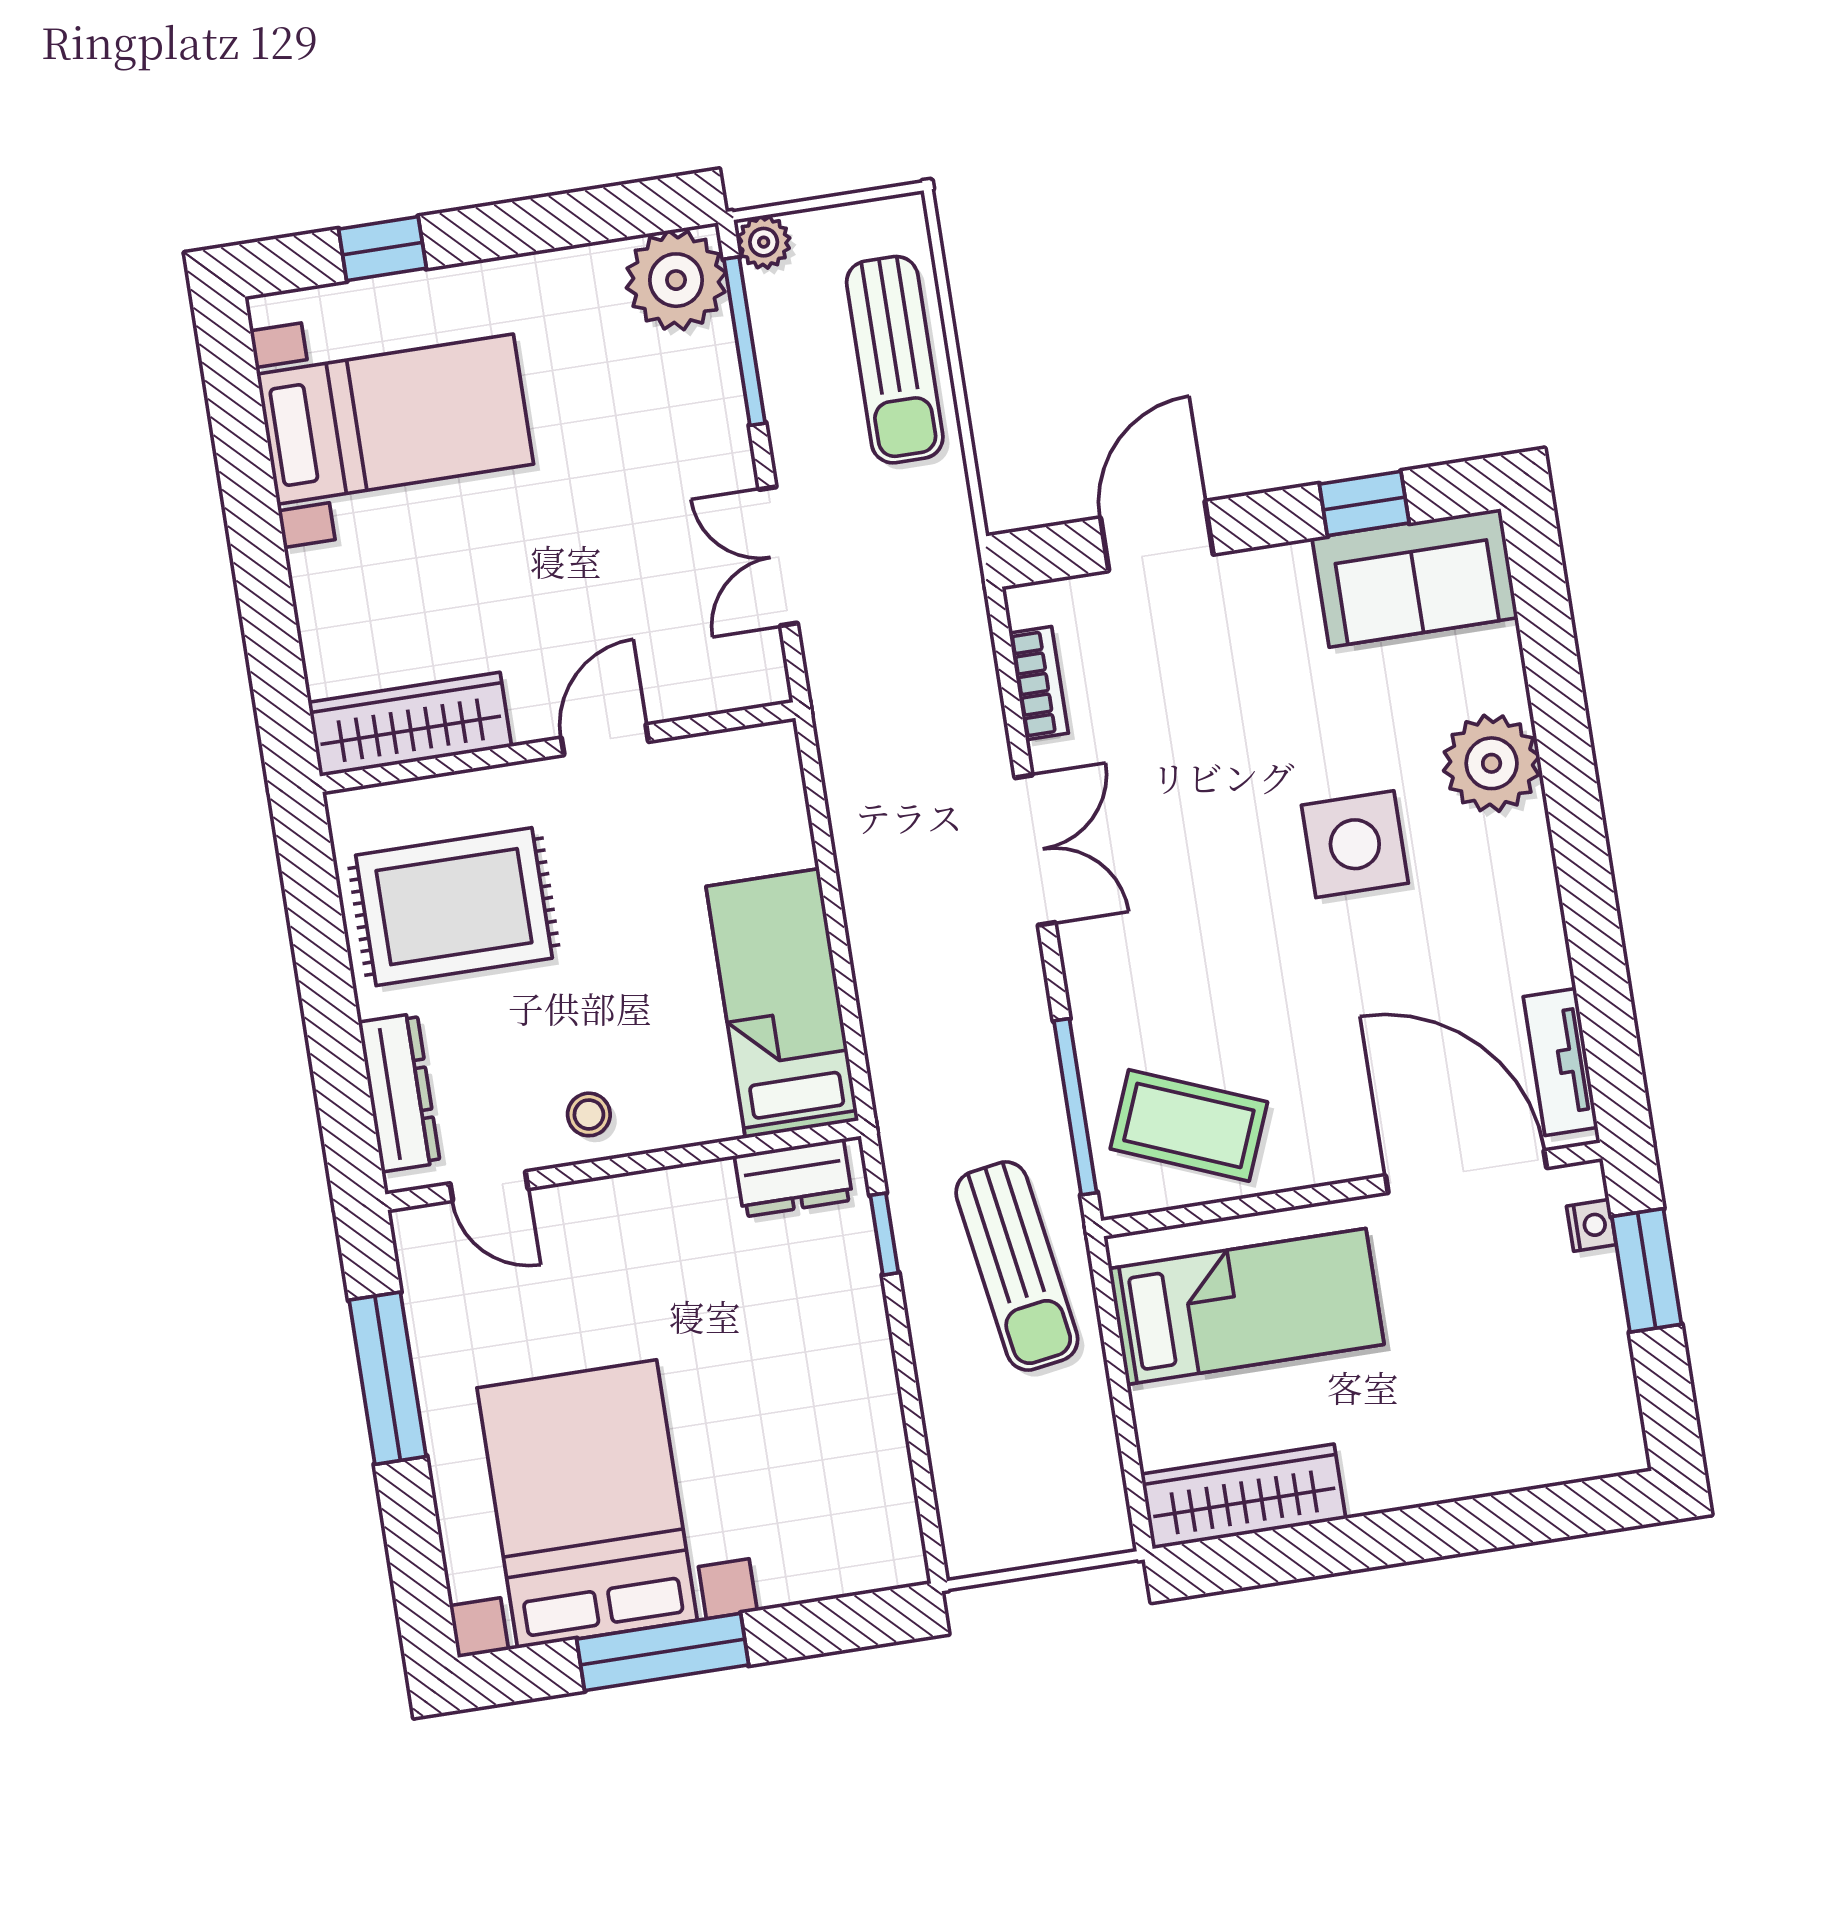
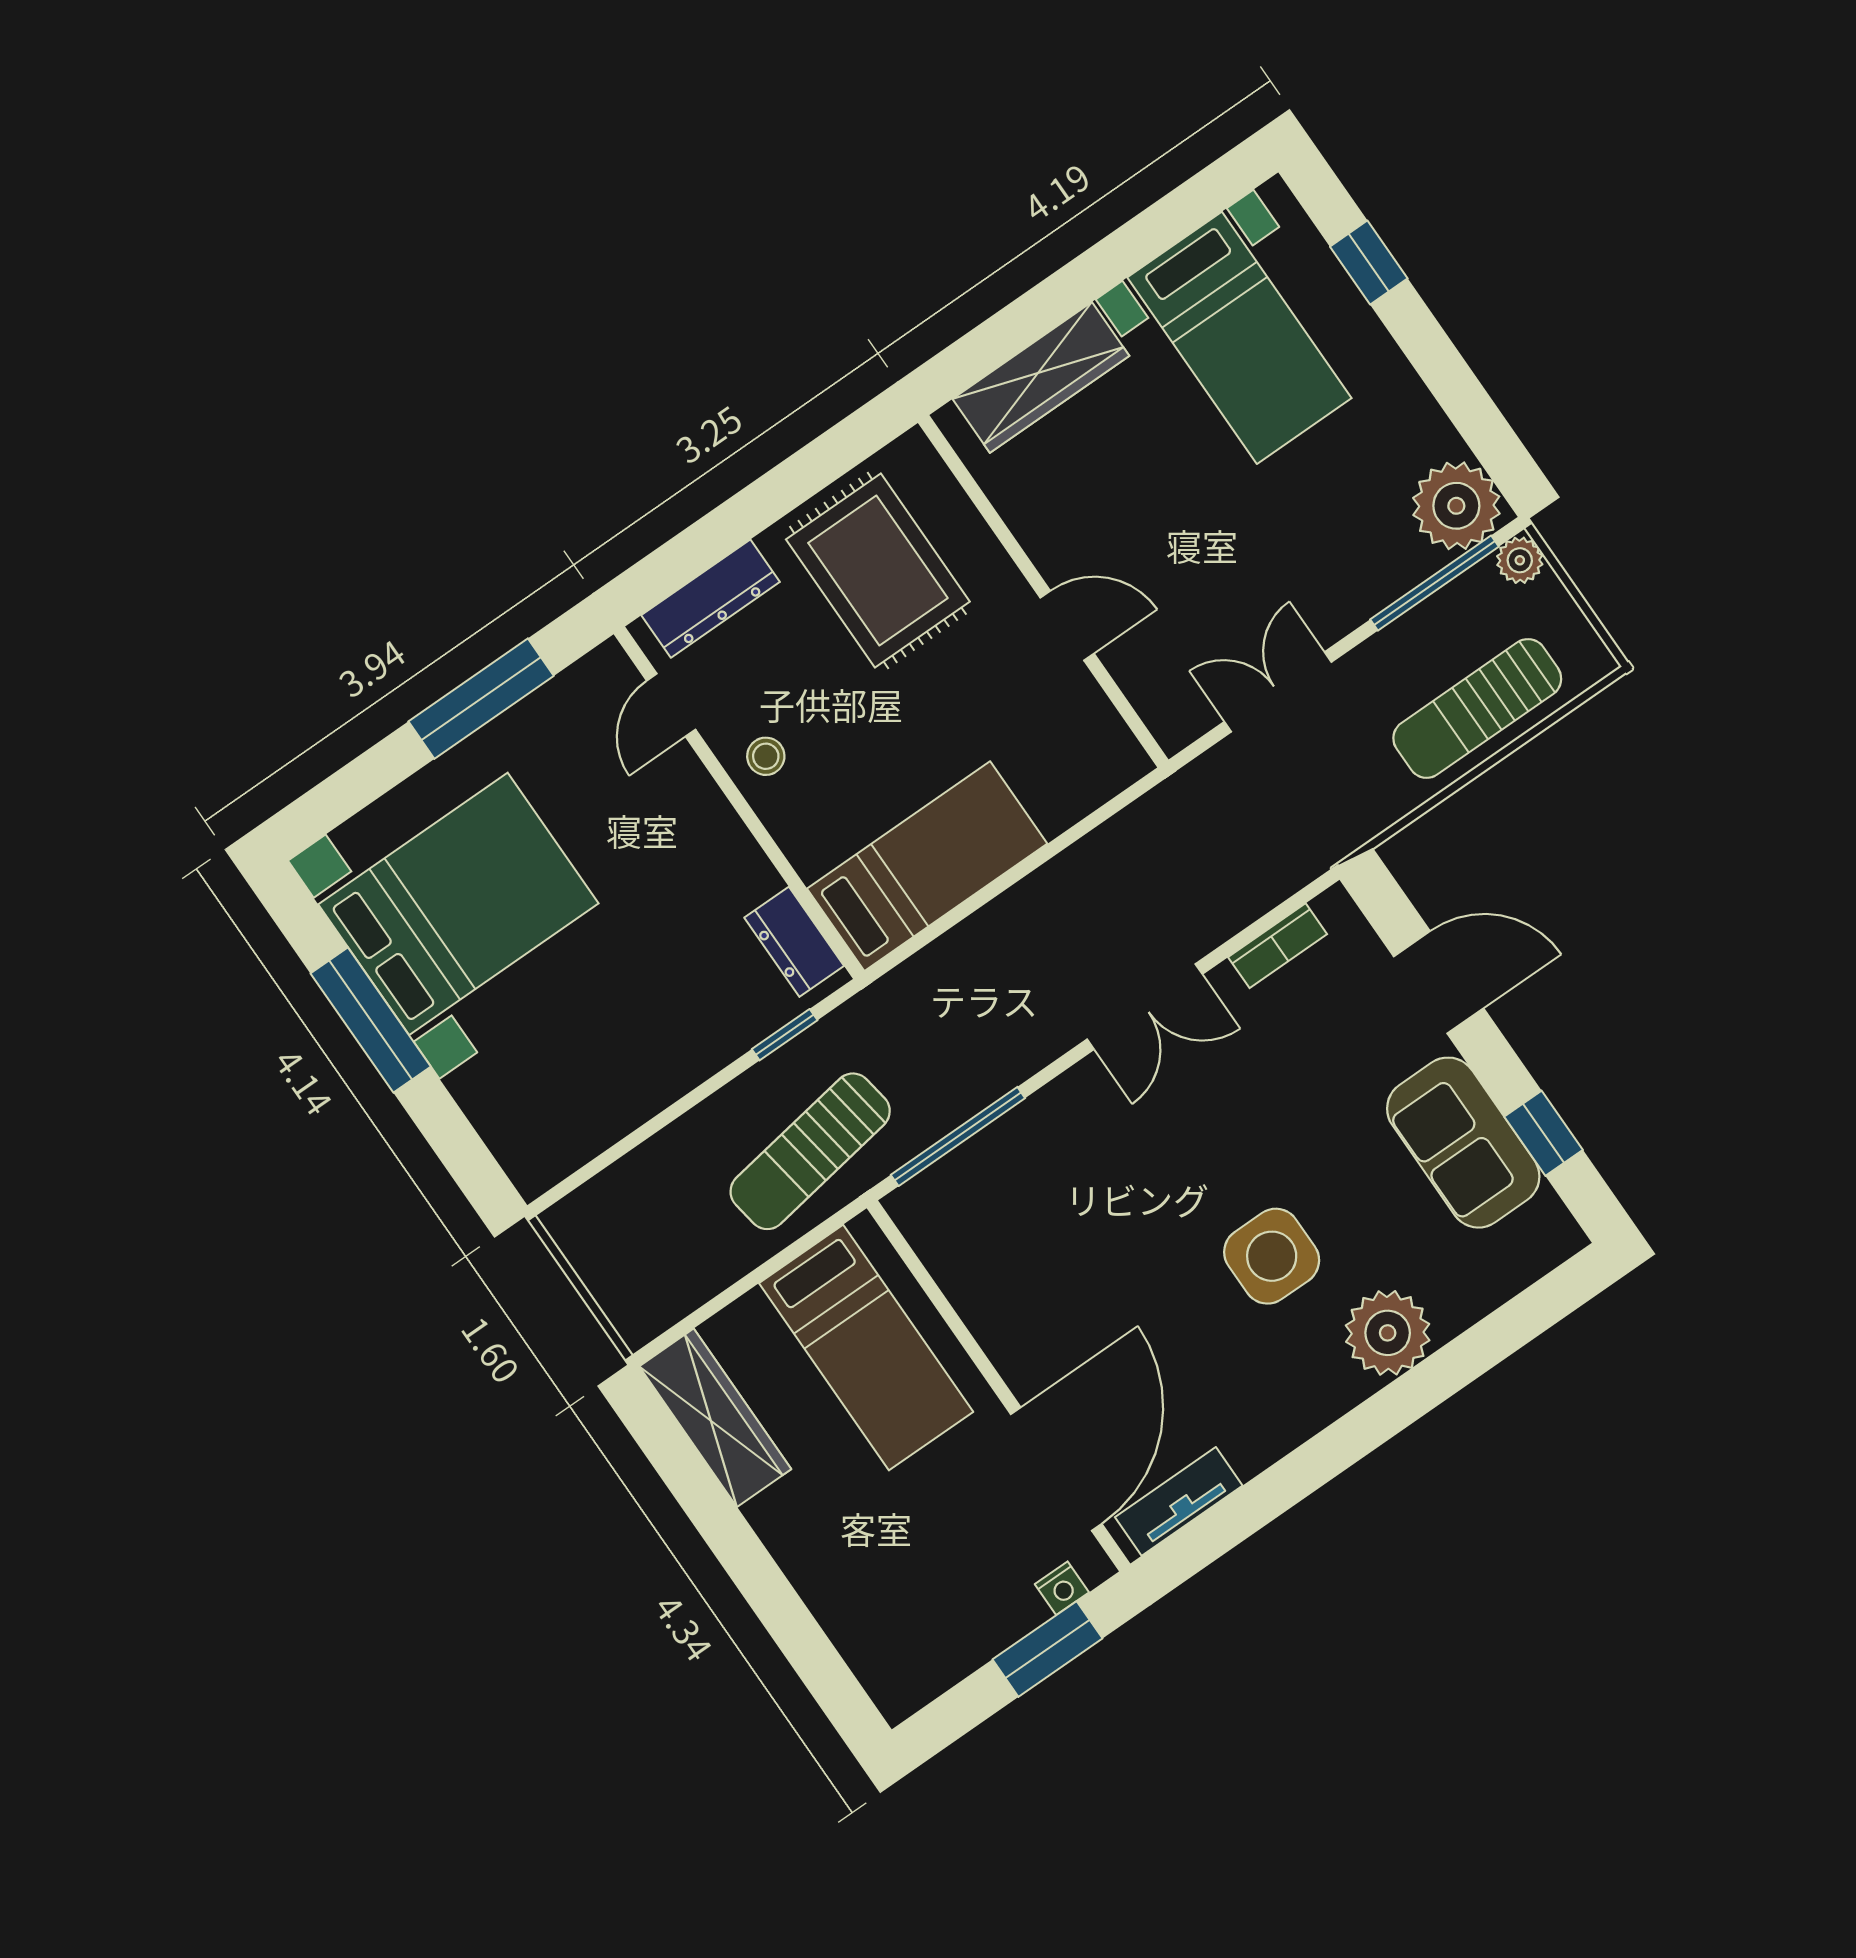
sofa: (1415, 578) -> (1463, 1143), moved
wardrobe: (410, 724) -> (1041, 377), moved, turned 90
coffee table: (1189, 1125) -> (987, 1233), removed

